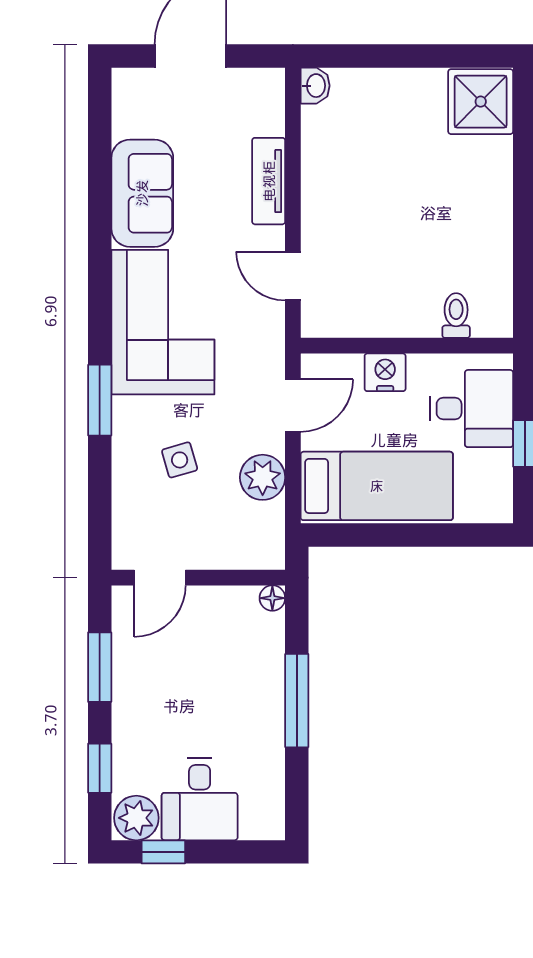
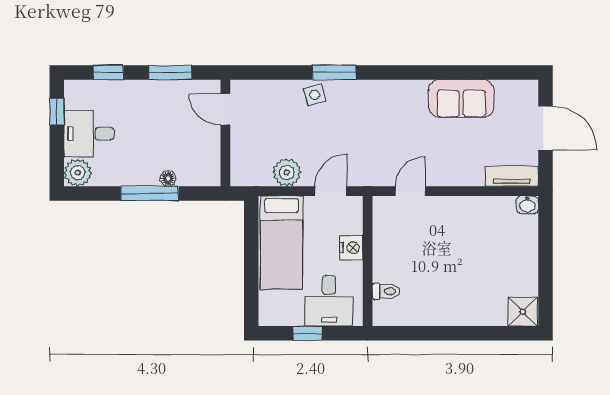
shower: (481, 102) -> (523, 312), width x0.73, depth x0.73
tv unit: (269, 181) -> (512, 176), moved
corner sofa: (163, 322) -> (382, 111), removed
door: (293, 406) -> (331, 191), swing flipped
side table: (180, 460) -> (315, 95), moved
floor lamp: (272, 598) -> (168, 178), moved
plant: (136, 818) -> (78, 173), moved

